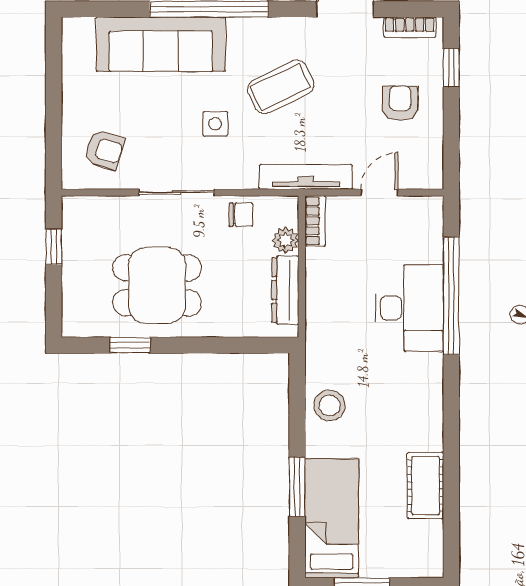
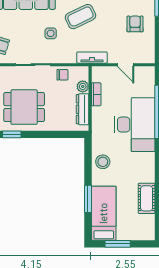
tv unit: (306, 177) -> (92, 58), width x0.71
door: (379, 192) -> (126, 65), swing flipped
bookcase: (315, 221) -> (96, 94), moved
desk: (409, 308) -> (135, 125), width x1.36, depth x1.30

